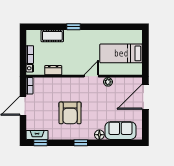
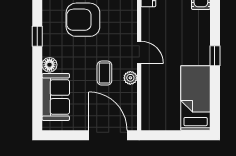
window: (74, 27) -> (215, 56), moved
bed: (121, 53) -> (196, 98), moved
coffee table: (105, 99) -> (104, 73), added

